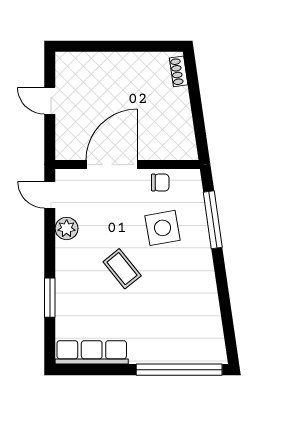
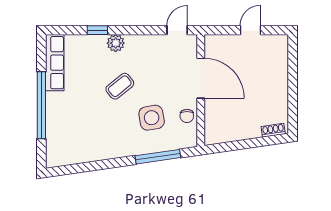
plant: (67, 228) -> (116, 43), moved
window: (50, 298) -> (97, 30), width x0.67
window: (179, 370) -> (41, 105), moved

